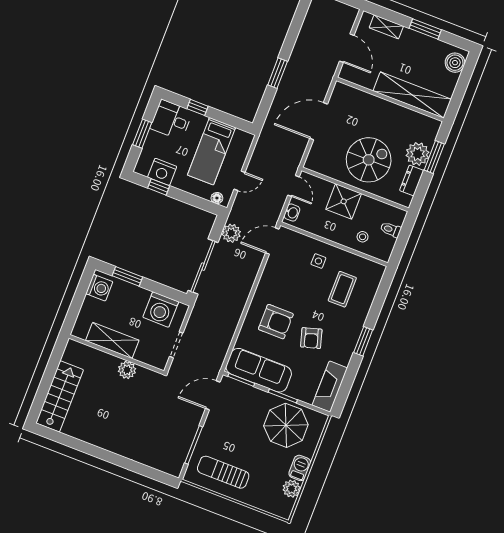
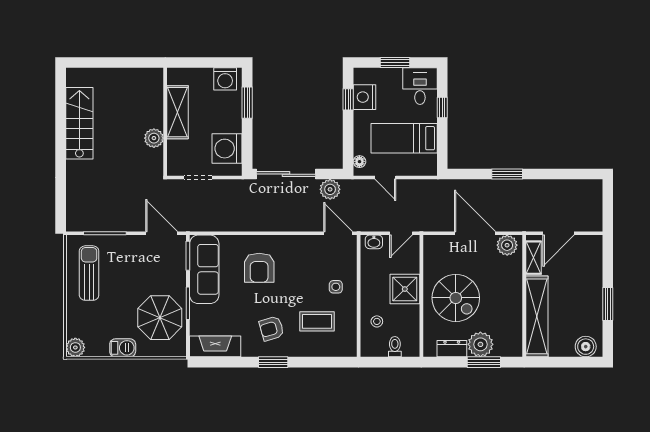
shelving: (386, 27) -> (533, 258), moved
plant: (340, 97) -> (507, 245), added
armchair: (311, 338) -> (272, 329), moved
stairs: (60, 396) -> (79, 123), moved, turned -90
plant: (292, 489) -> (75, 347), moved

